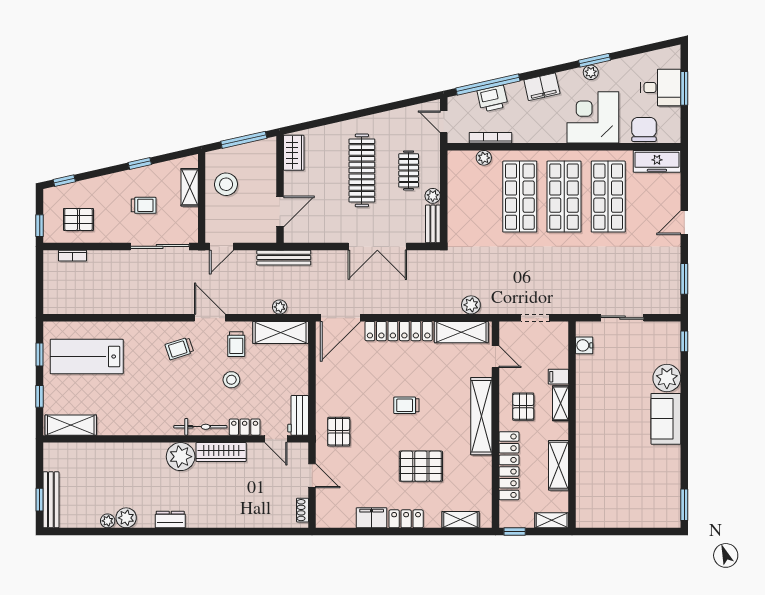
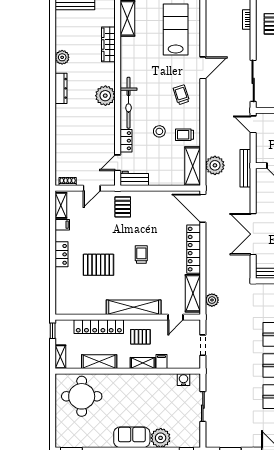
plant: (280, 307) -> (215, 165), width x1.88, depth x1.88
door: (210, 318) -> (203, 68), moved
bicycle: (200, 427) -> (129, 103), width x1.37, depth x1.40
pallet: (339, 432) -> (123, 207), turned 90
wardrobe: (221, 452) -> (108, 44), moved
pallet: (421, 466) -> (98, 265), turned 90
round table: (608, 490) -> (82, 396), added
filing cabinet: (372, 518) -> (62, 225), width x0.50
dresser: (170, 519) -> (61, 88), width x1.44
shelving: (460, 520) -> (61, 205), moved
plant: (108, 521) -> (60, 44), removed

